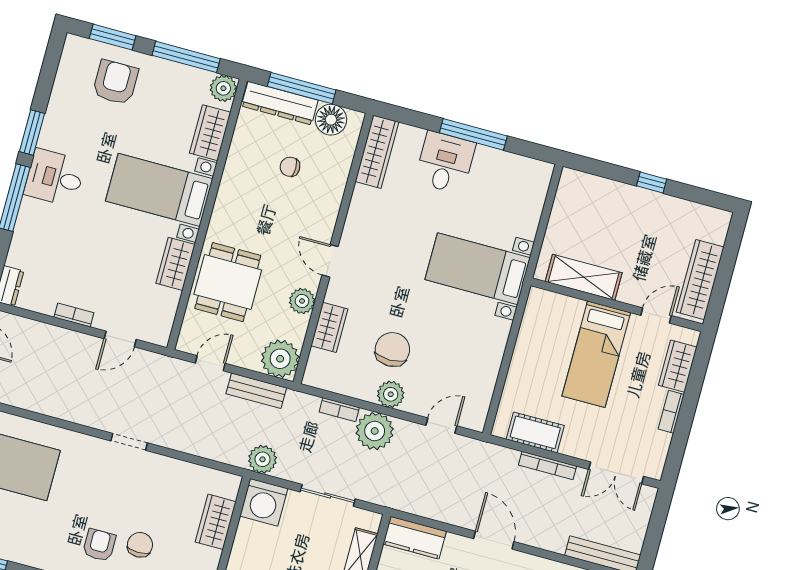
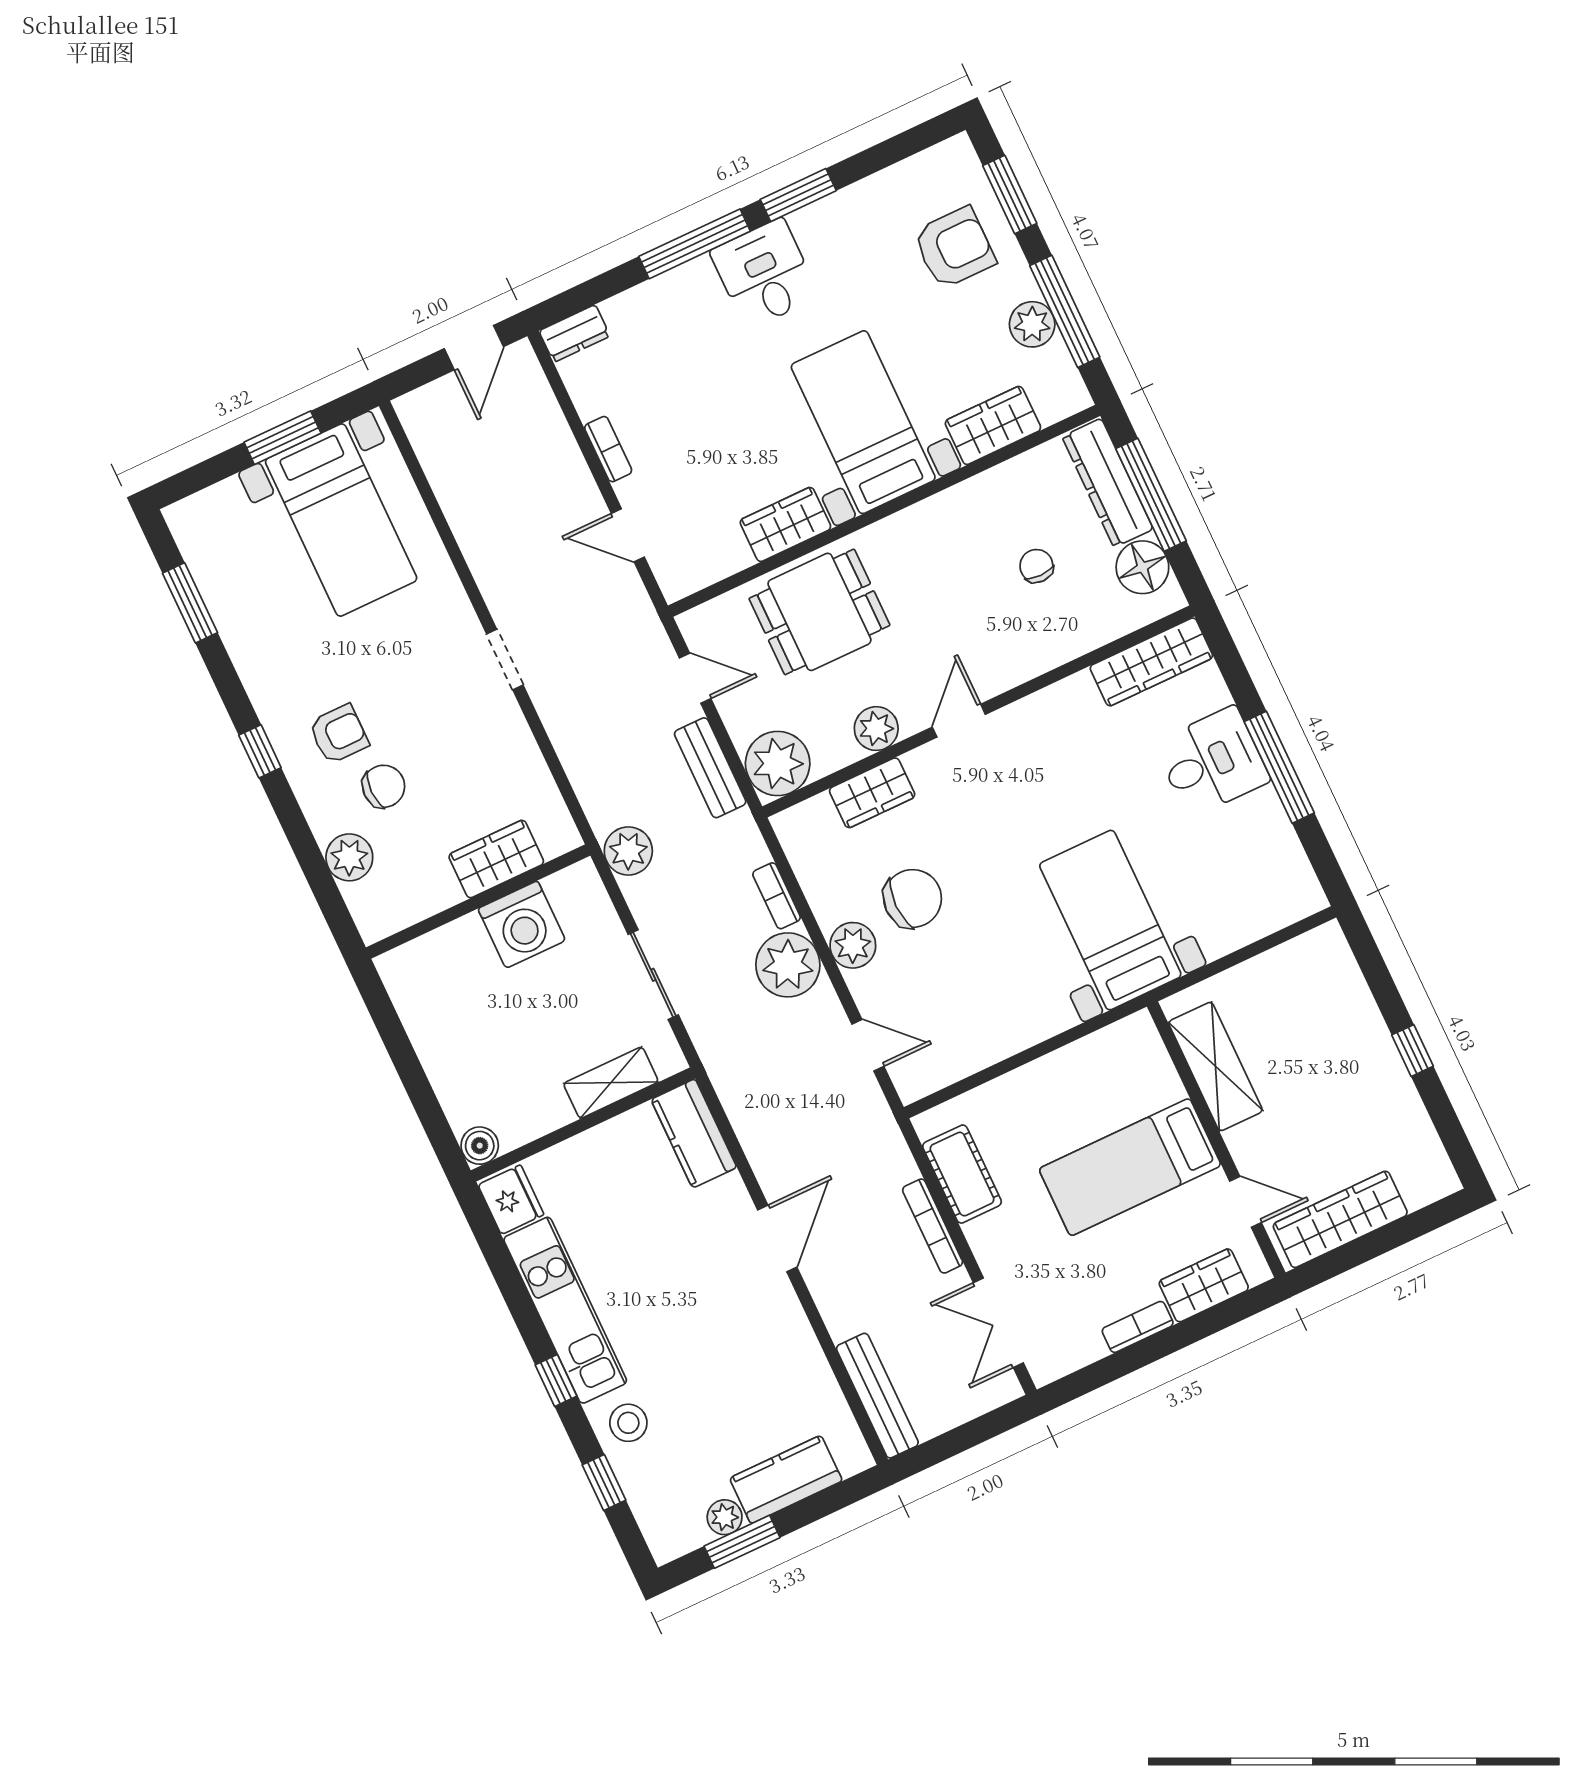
plant: (223, 88) -> (1032, 324), moved
washing machine: (264, 502) -> (522, 925), moved, turned -90

